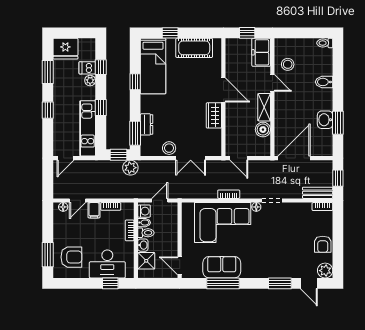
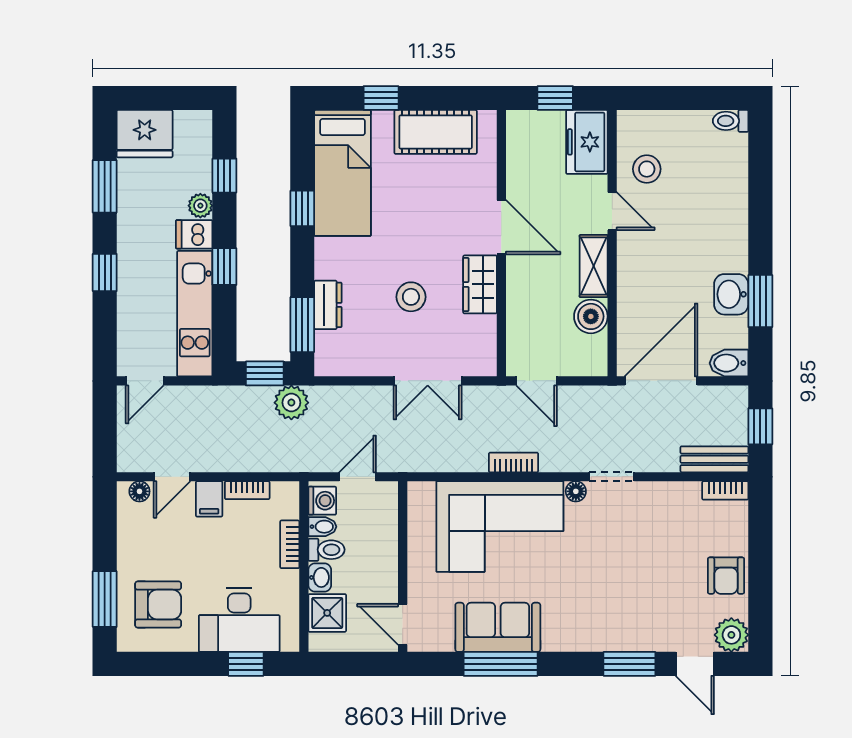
dishwasher: (87, 68) -> (194, 234), moved
bidet: (324, 82) -> (729, 363), moved
stool: (169, 148) -> (411, 297), moved

